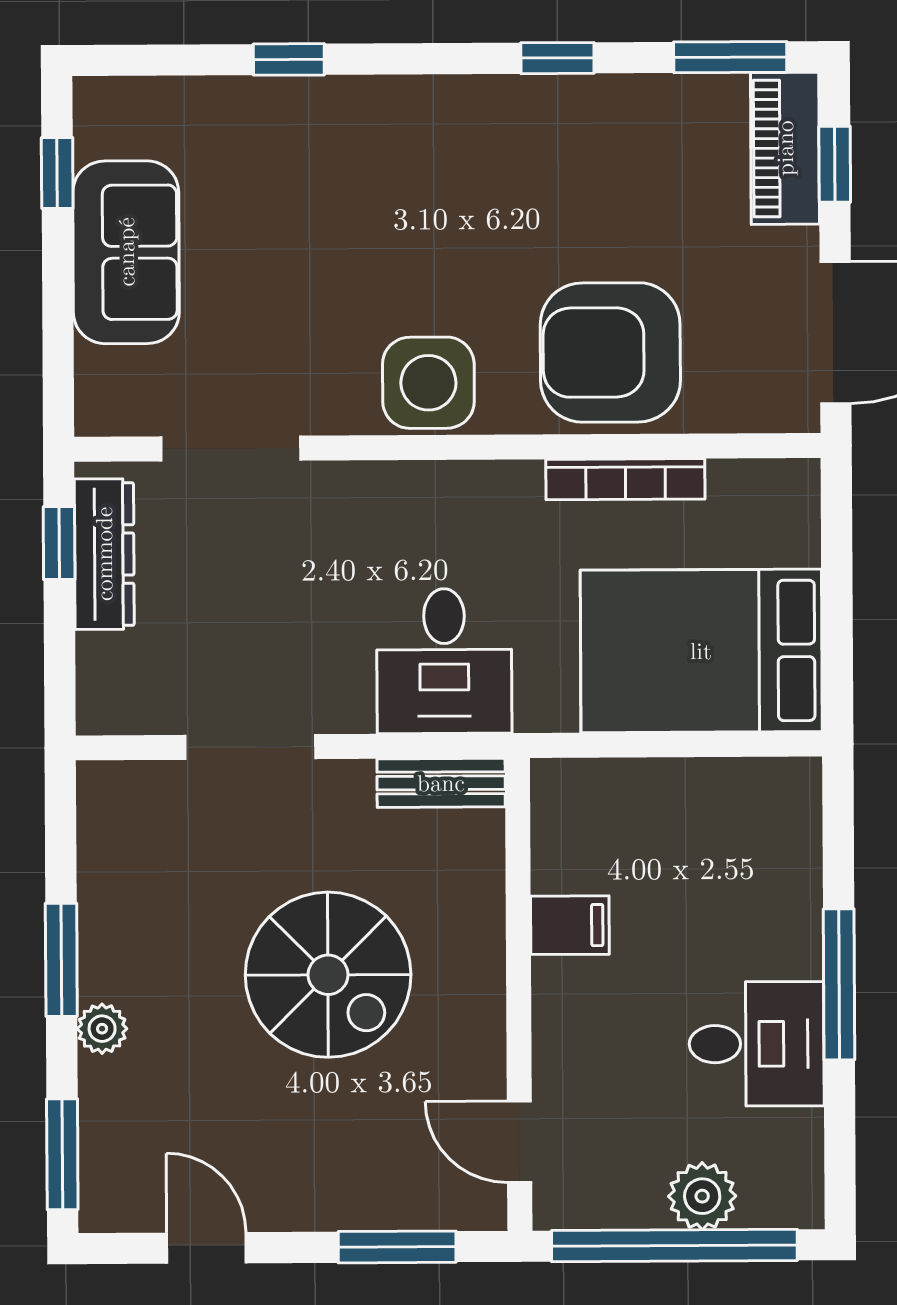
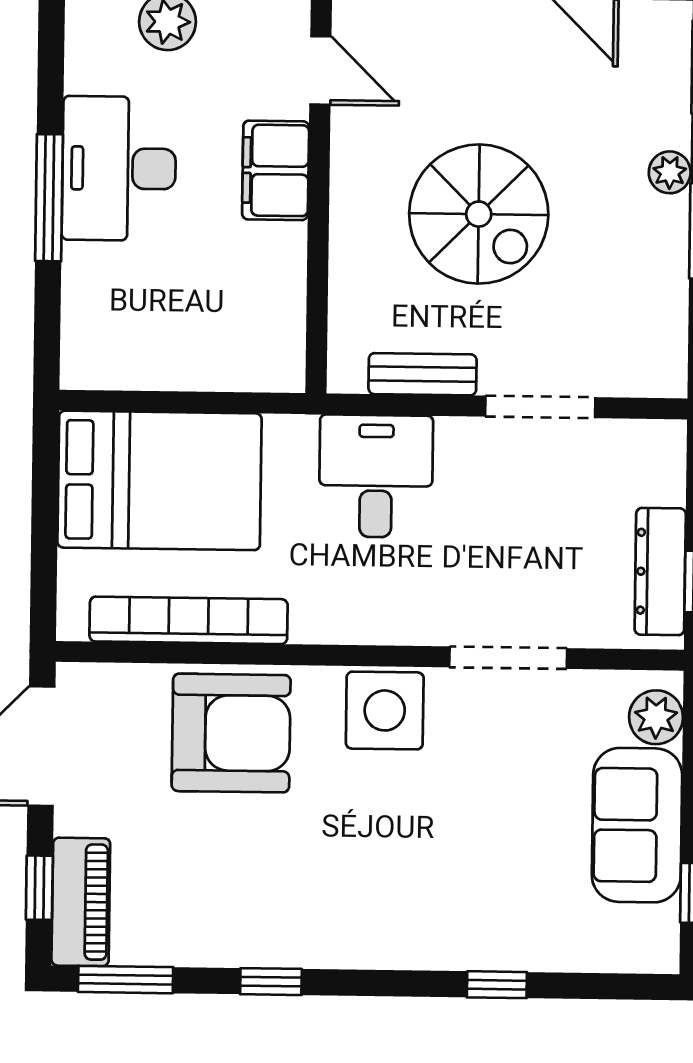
plant: (106, 381) -> (656, 717), added
doorway: (231, 449) -> (508, 658), moved
bookcase: (625, 479) -> (189, 620), width x1.48, depth x1.31
bench: (441, 783) -> (423, 374), moved
filing cabinet: (570, 925) -> (276, 170), moved, width x2.00
spiral stairs: (328, 975) -> (479, 214), turned 180
desk: (757, 1044) -> (119, 168), width x1.37

